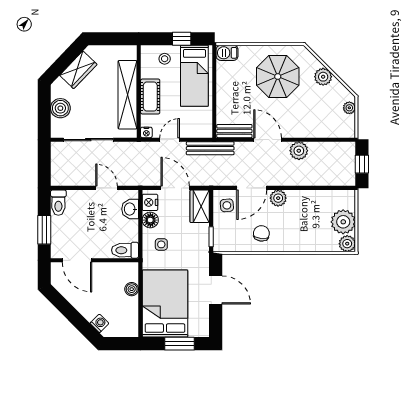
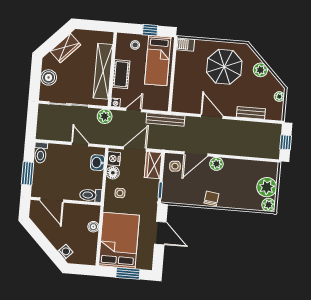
bench: (234, 131) -> (251, 113), moved
plant: (299, 151) -> (105, 116), moved
door: (175, 188) -> (135, 149), hinge flipped
chair: (261, 233) -> (211, 198), moved

